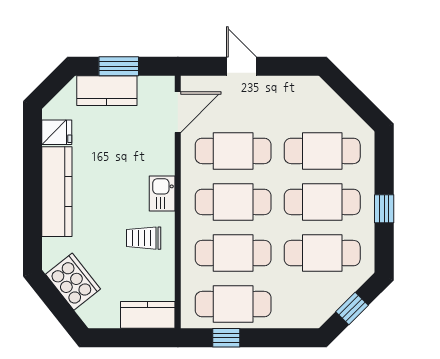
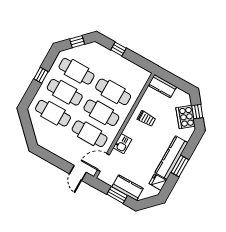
door: (241, 66) -> (78, 173), moved
window: (33, 185) -> (180, 166), added
kitchen sink: (162, 193) -> (122, 144), moved
window: (57, 304) -> (197, 112), added
cafe table: (233, 304) -> (125, 71), removed
window: (226, 338) -> (118, 49), moved

